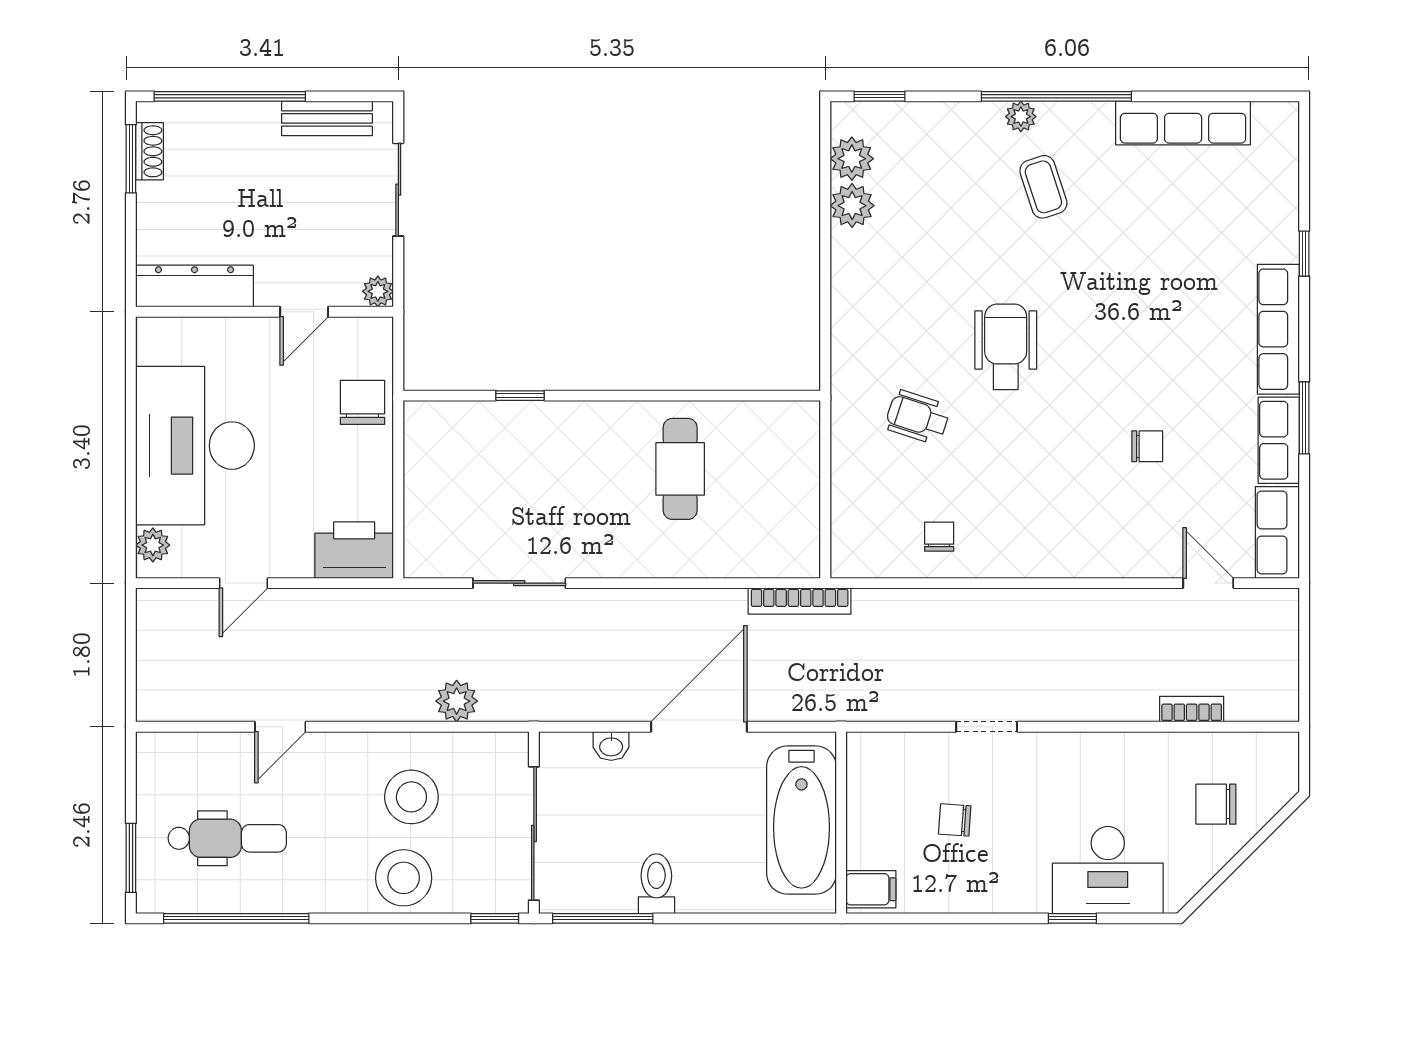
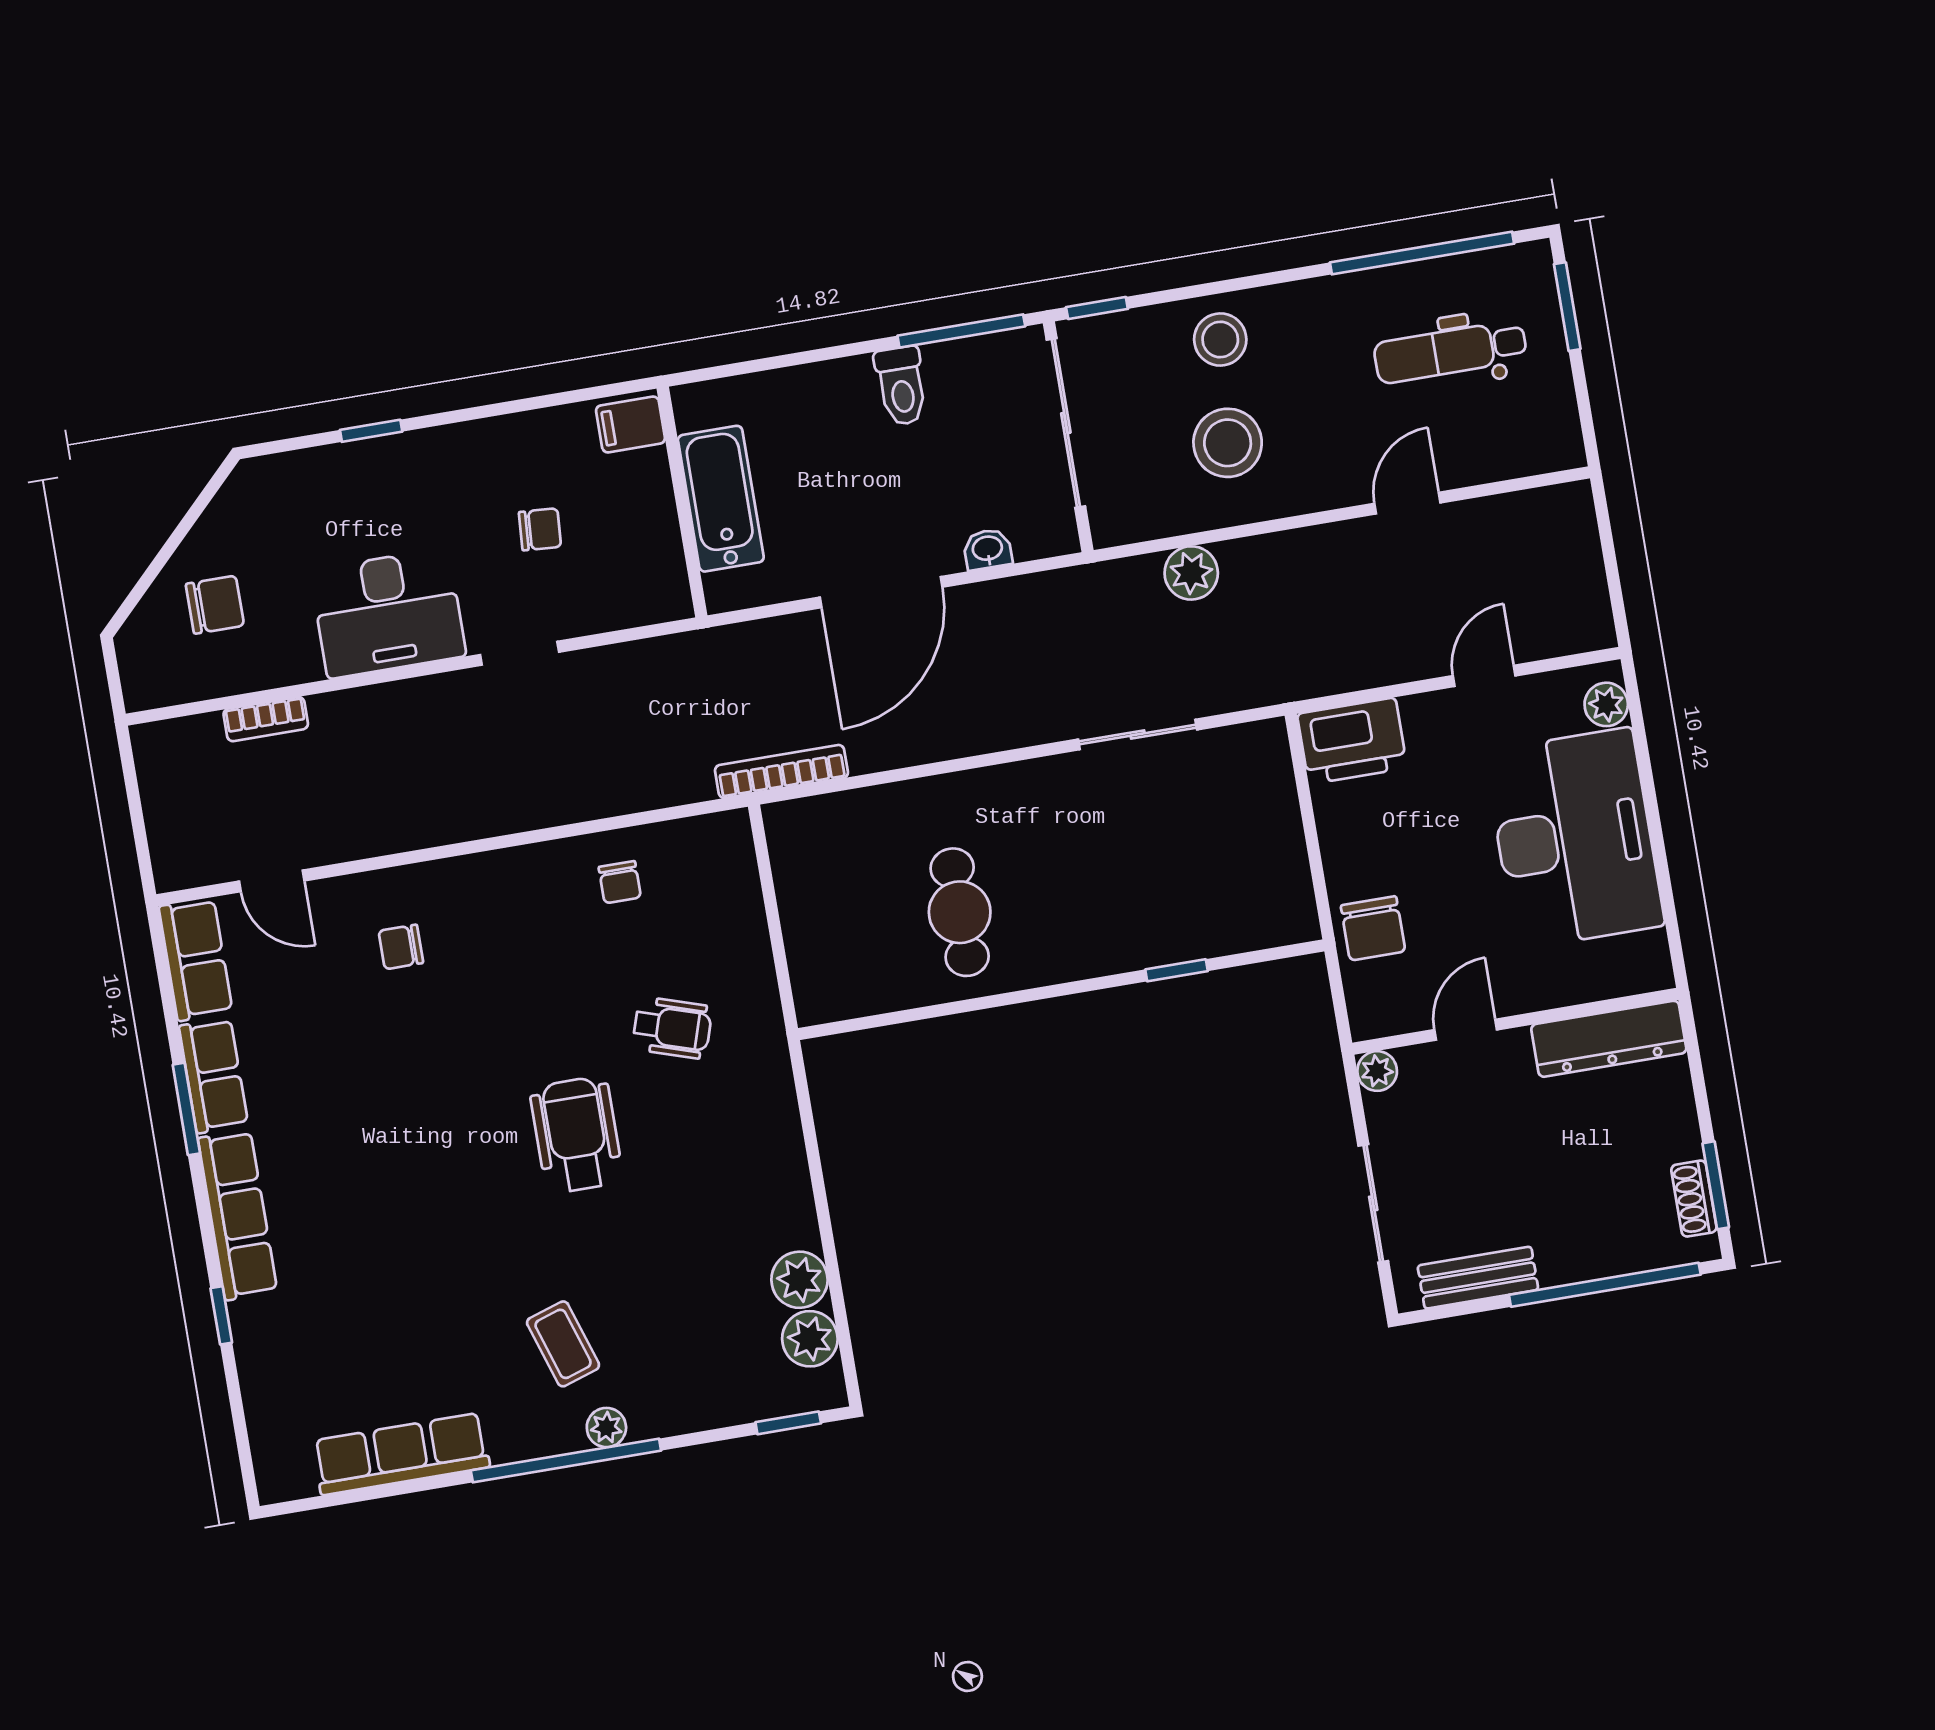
wheelchair: (1006, 347) -> (576, 1135), turned 180
chair: (1147, 446) -> (401, 947), moved
bathtub: (801, 820) -> (721, 499), width x0.73, depth x0.73
desk: (1108, 870) -> (388, 613), moved, turned 180
stool: (404, 878) -> (1220, 339), width x0.73, depth x0.73

